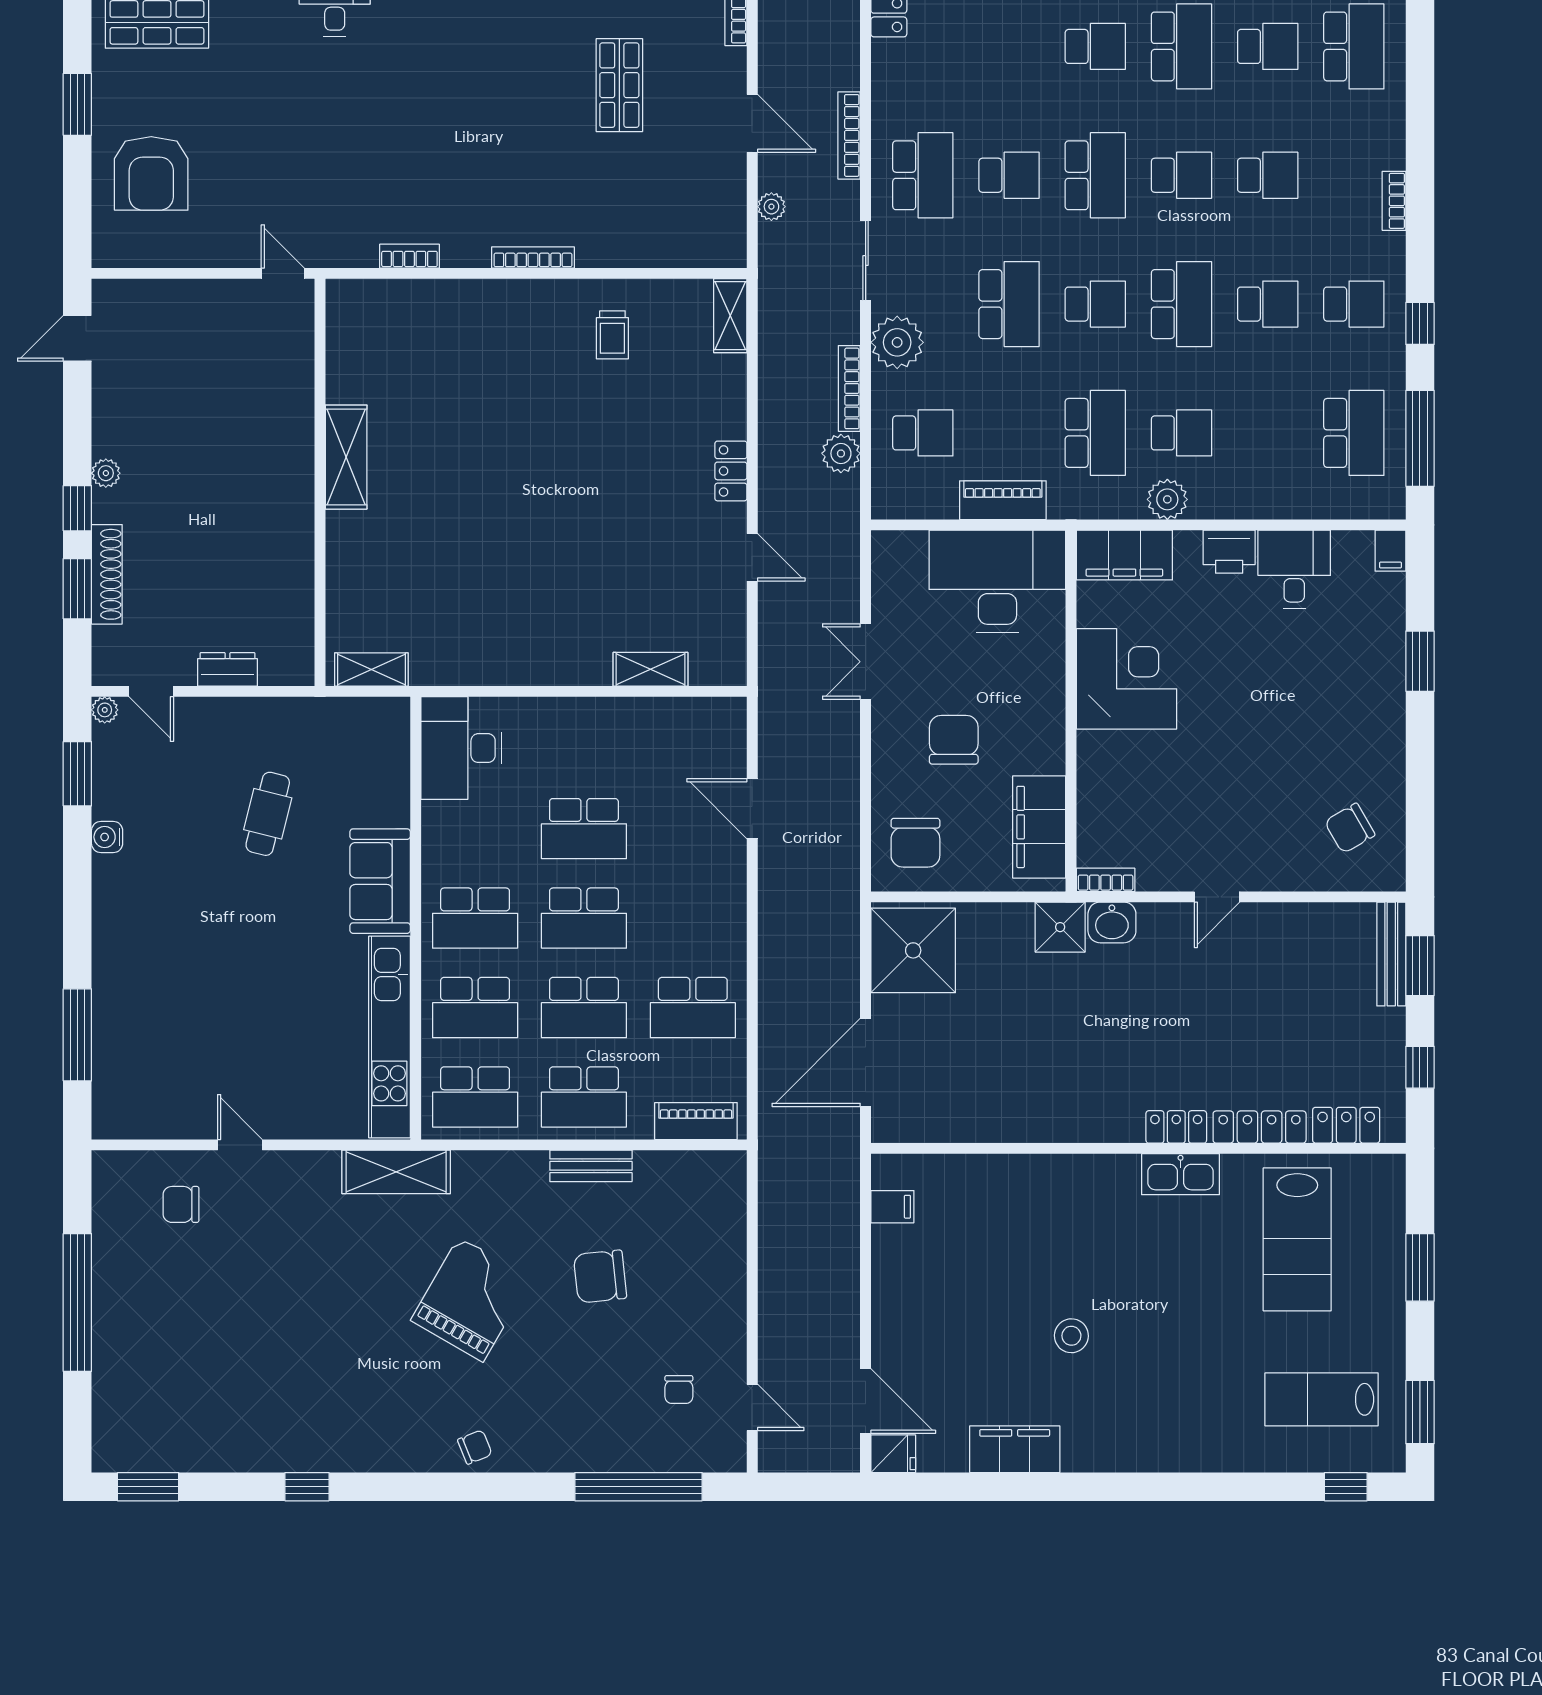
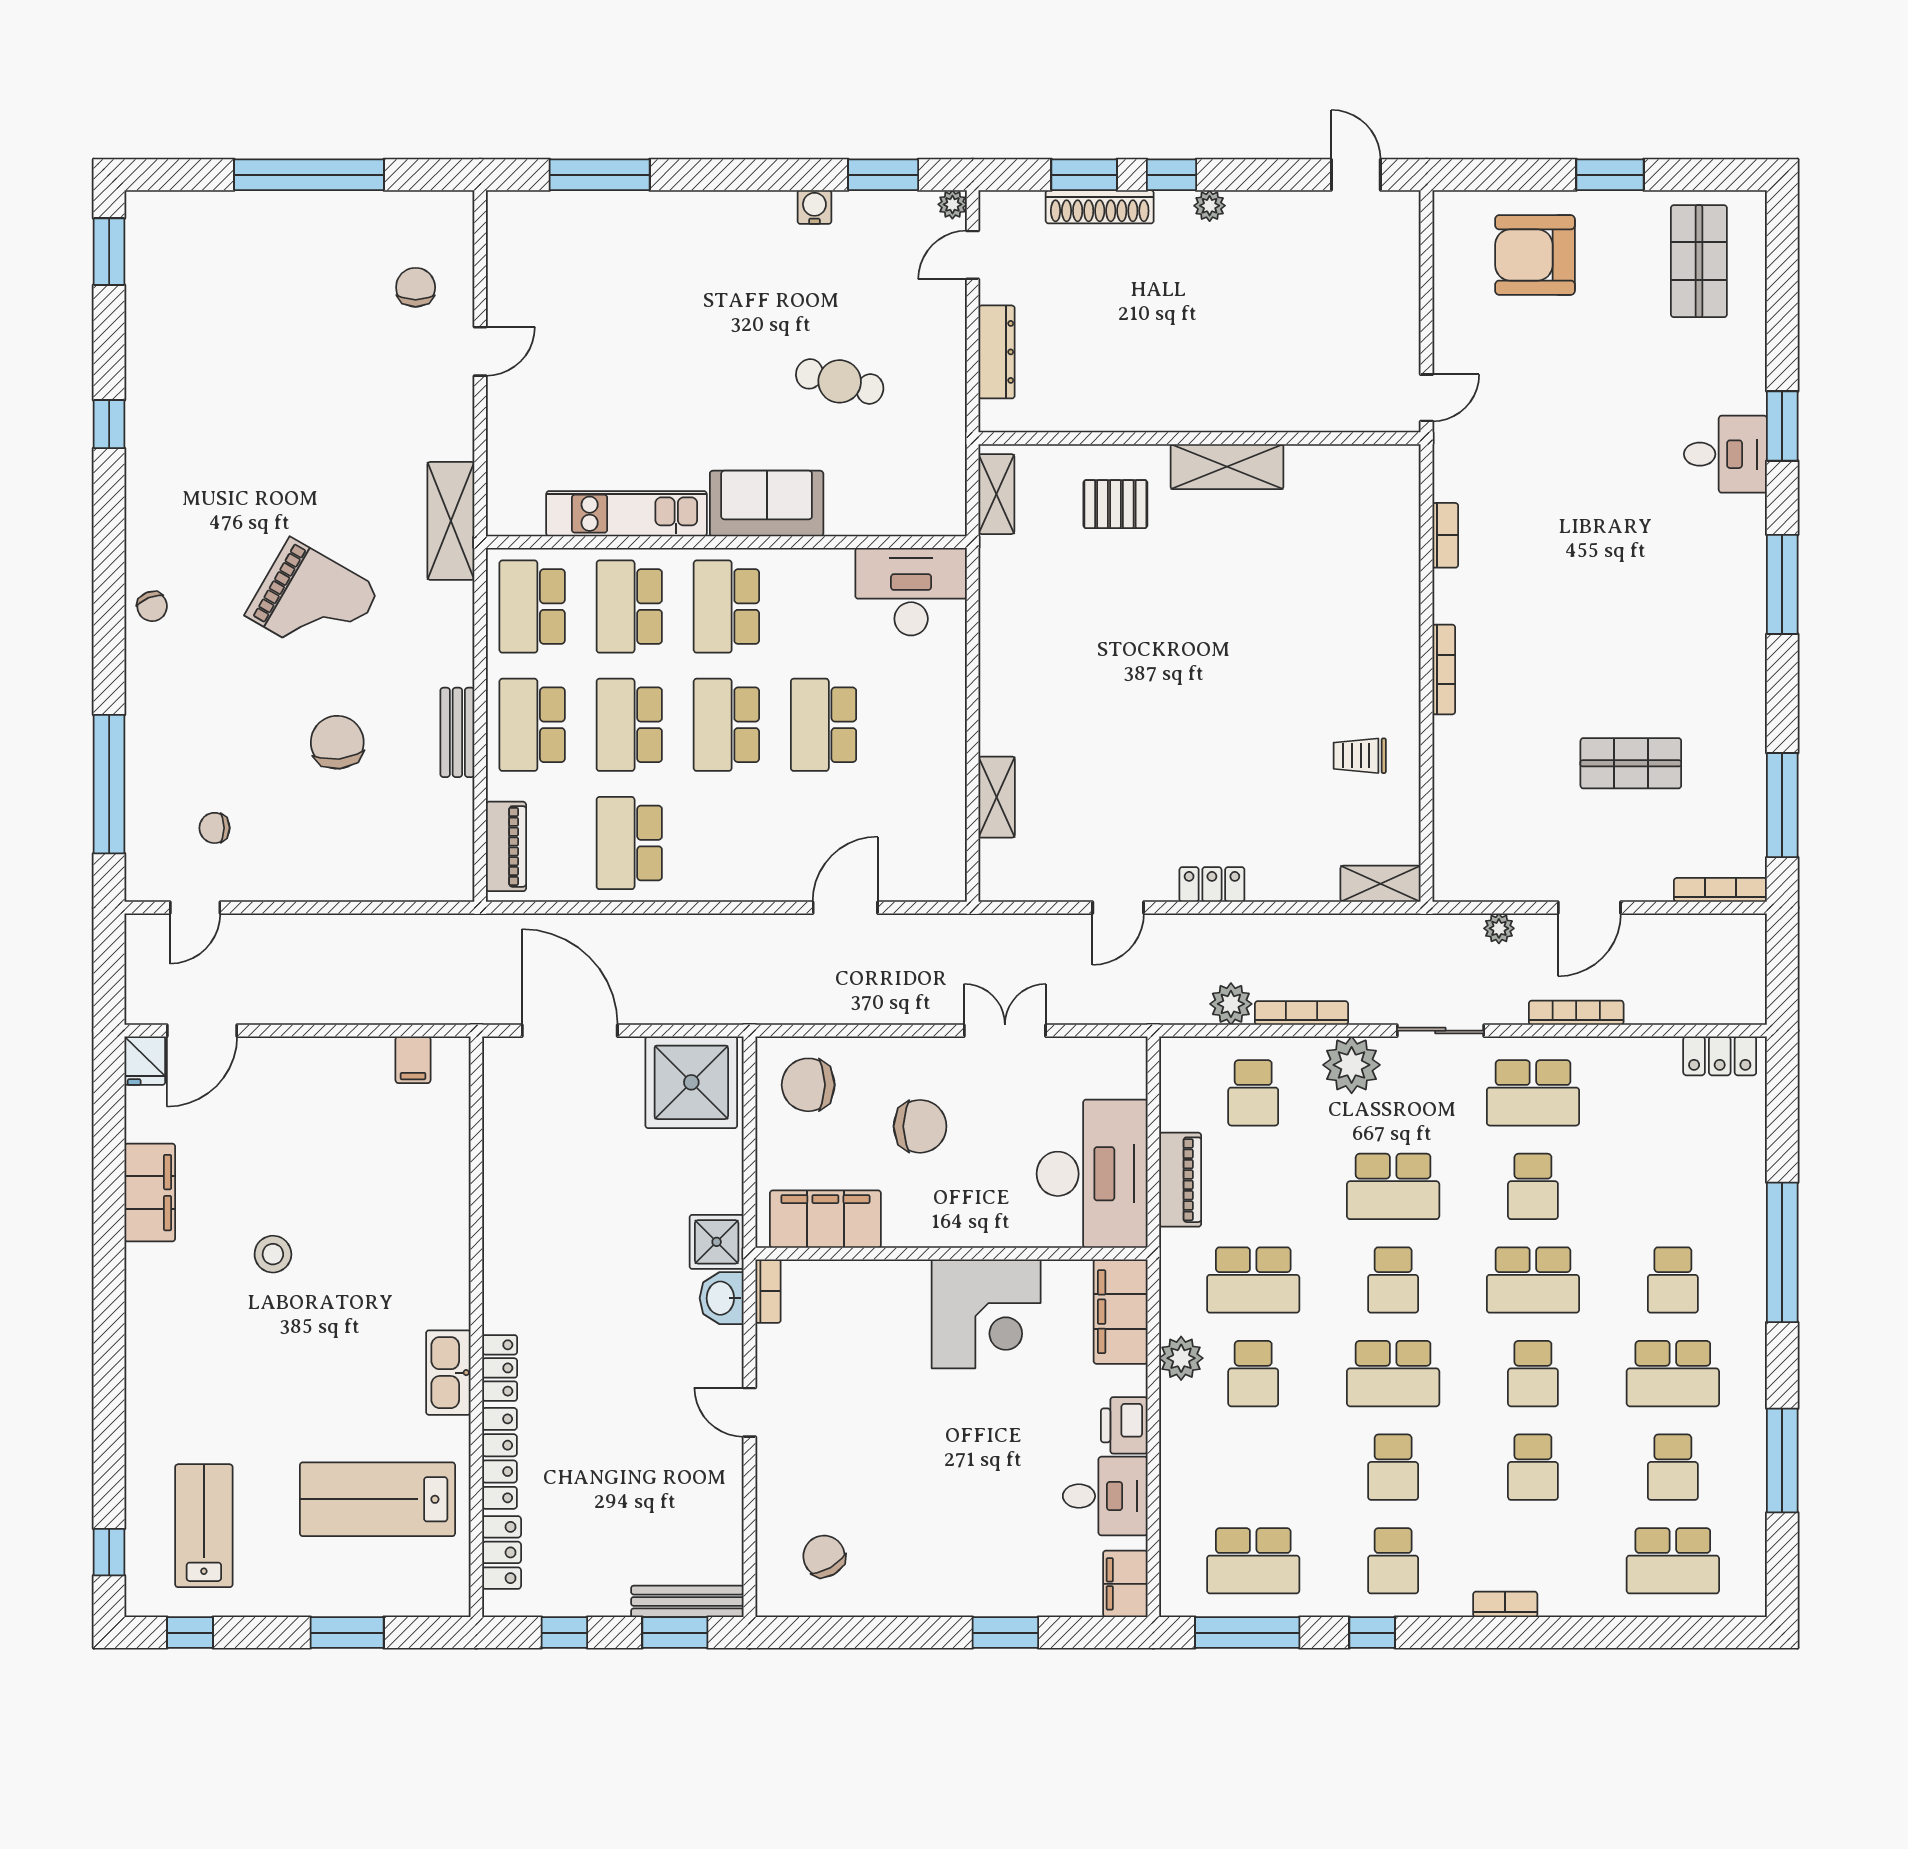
filing cabinet: (1390, 551) -> (1125, 1584), width x2.00
pallet: (381, 560) -> (1115, 504), added
dresser: (228, 669) -> (997, 352), width x1.44
kitchen unit: (389, 1037) -> (626, 514), width x0.73
window: (1420, 1412) -> (190, 1633), width x0.67

